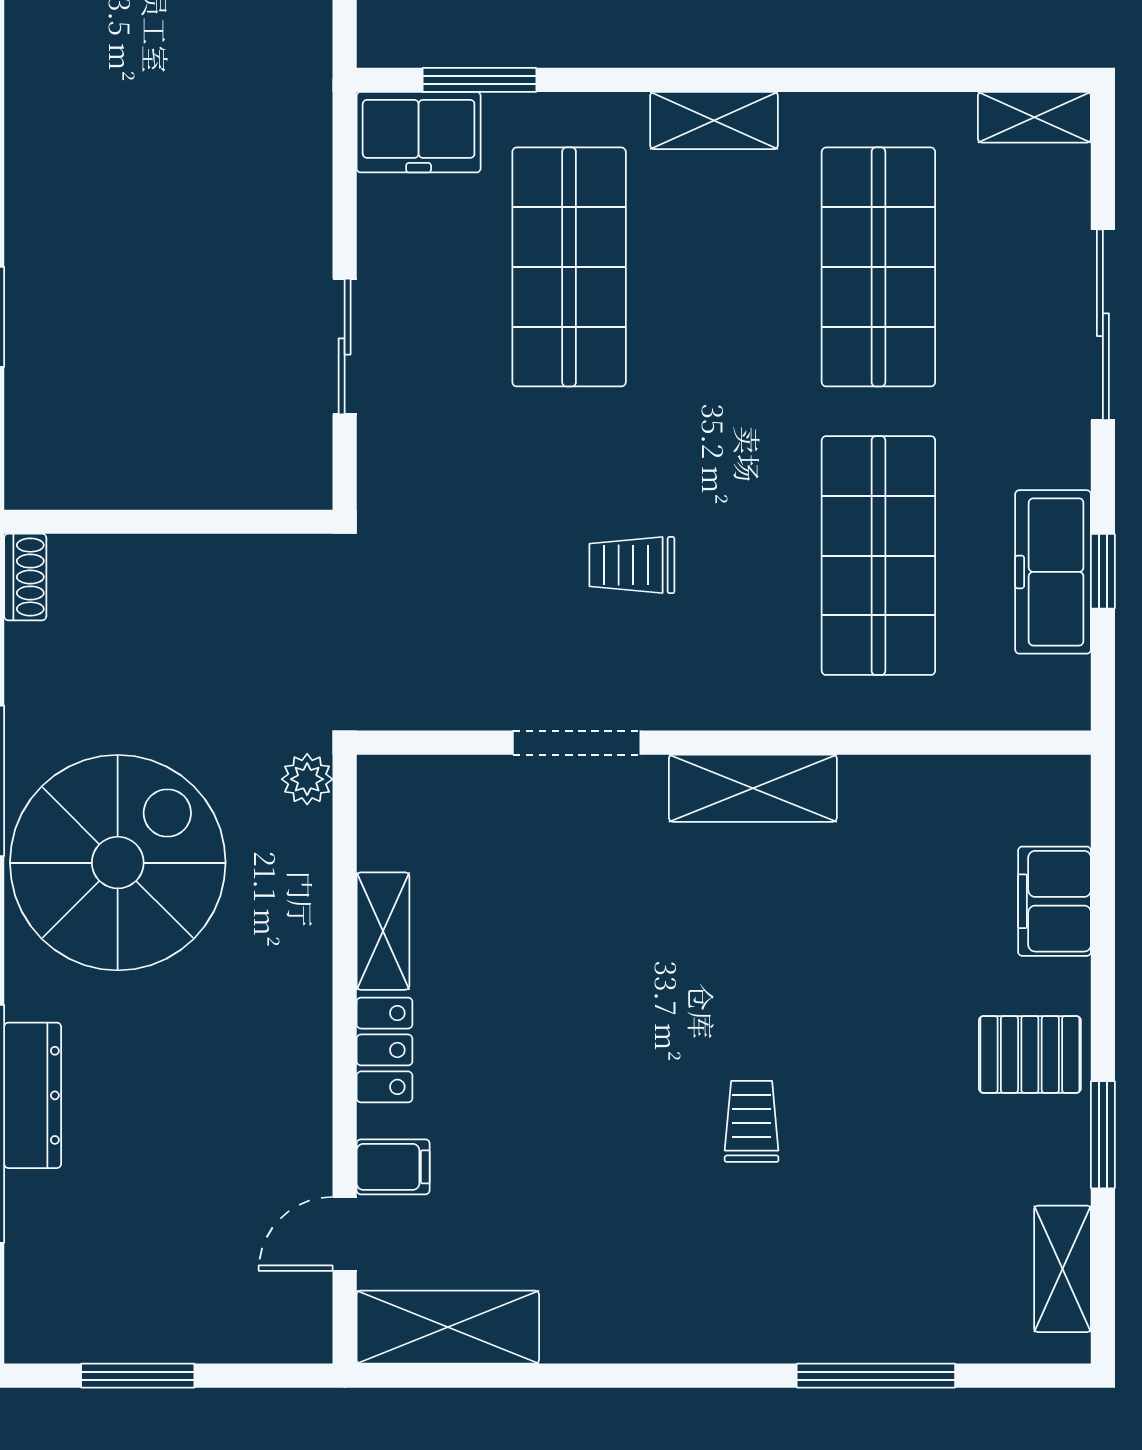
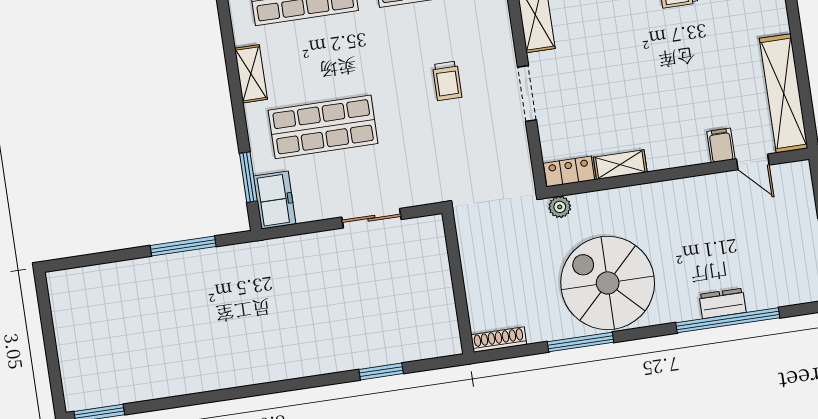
shoe rack: (25, 577) -> (499, 340), width x1.43
locker: (384, 1050) -> (569, 172), moved
dresser: (33, 1095) -> (723, 303), width x0.70
shelving: (448, 1327) -> (784, 93), width x1.47

